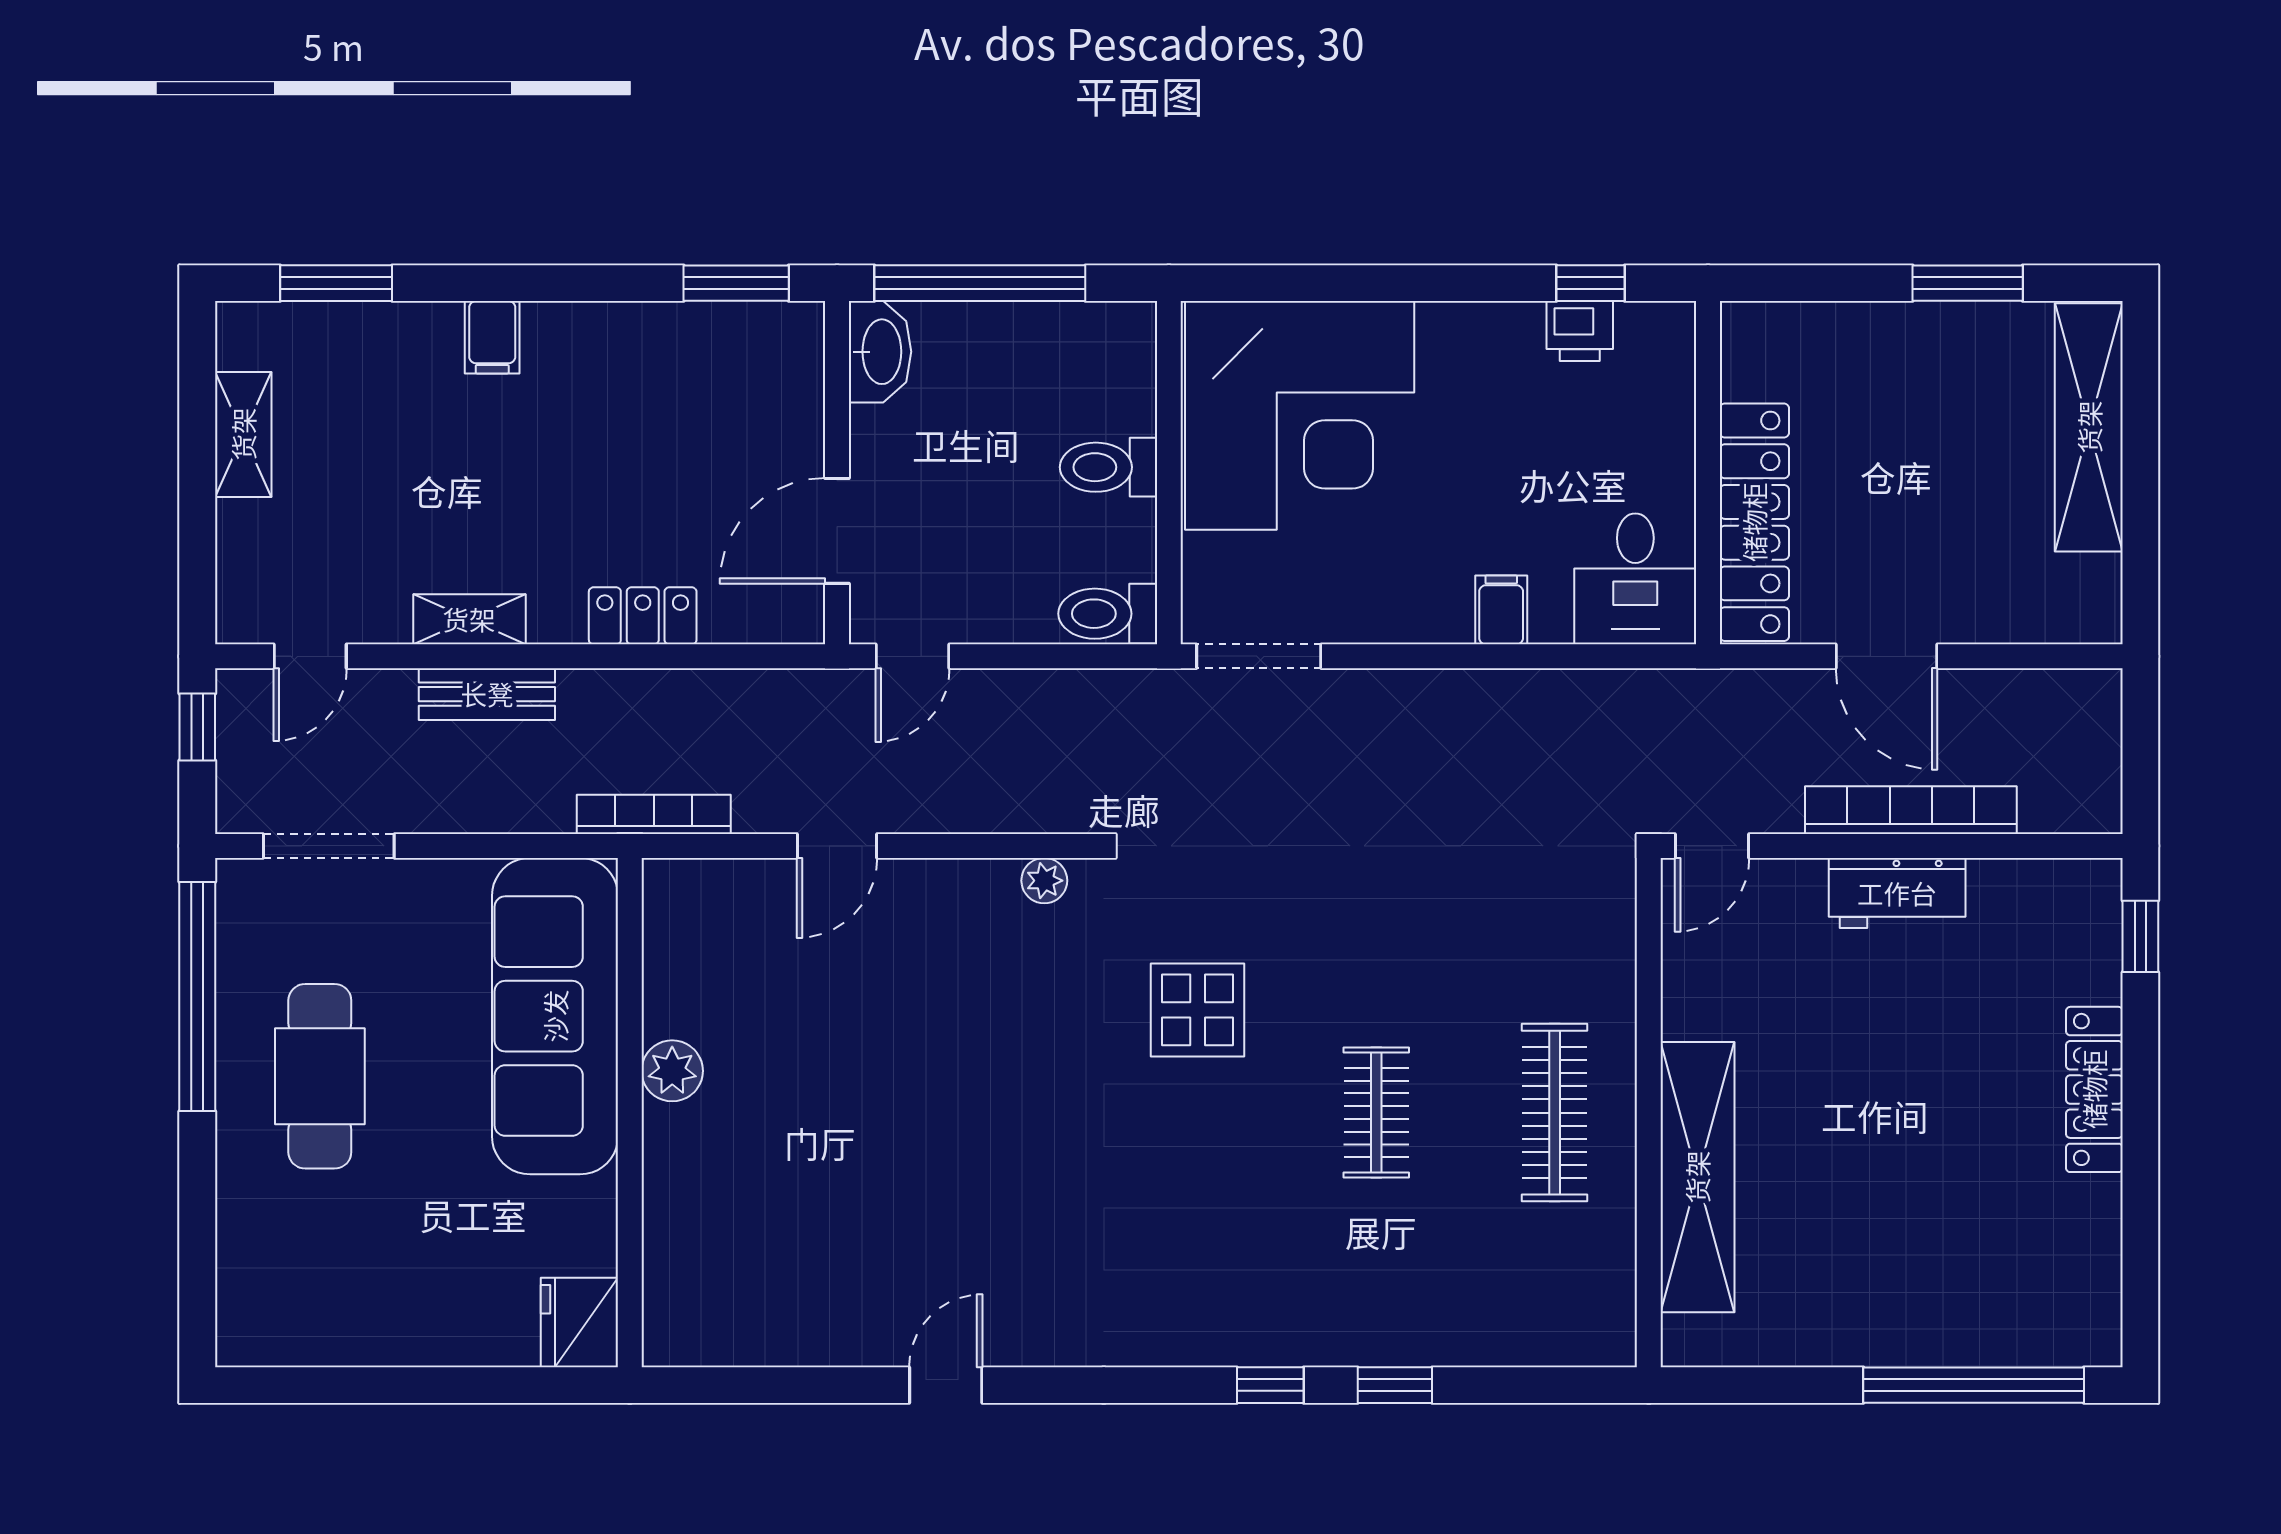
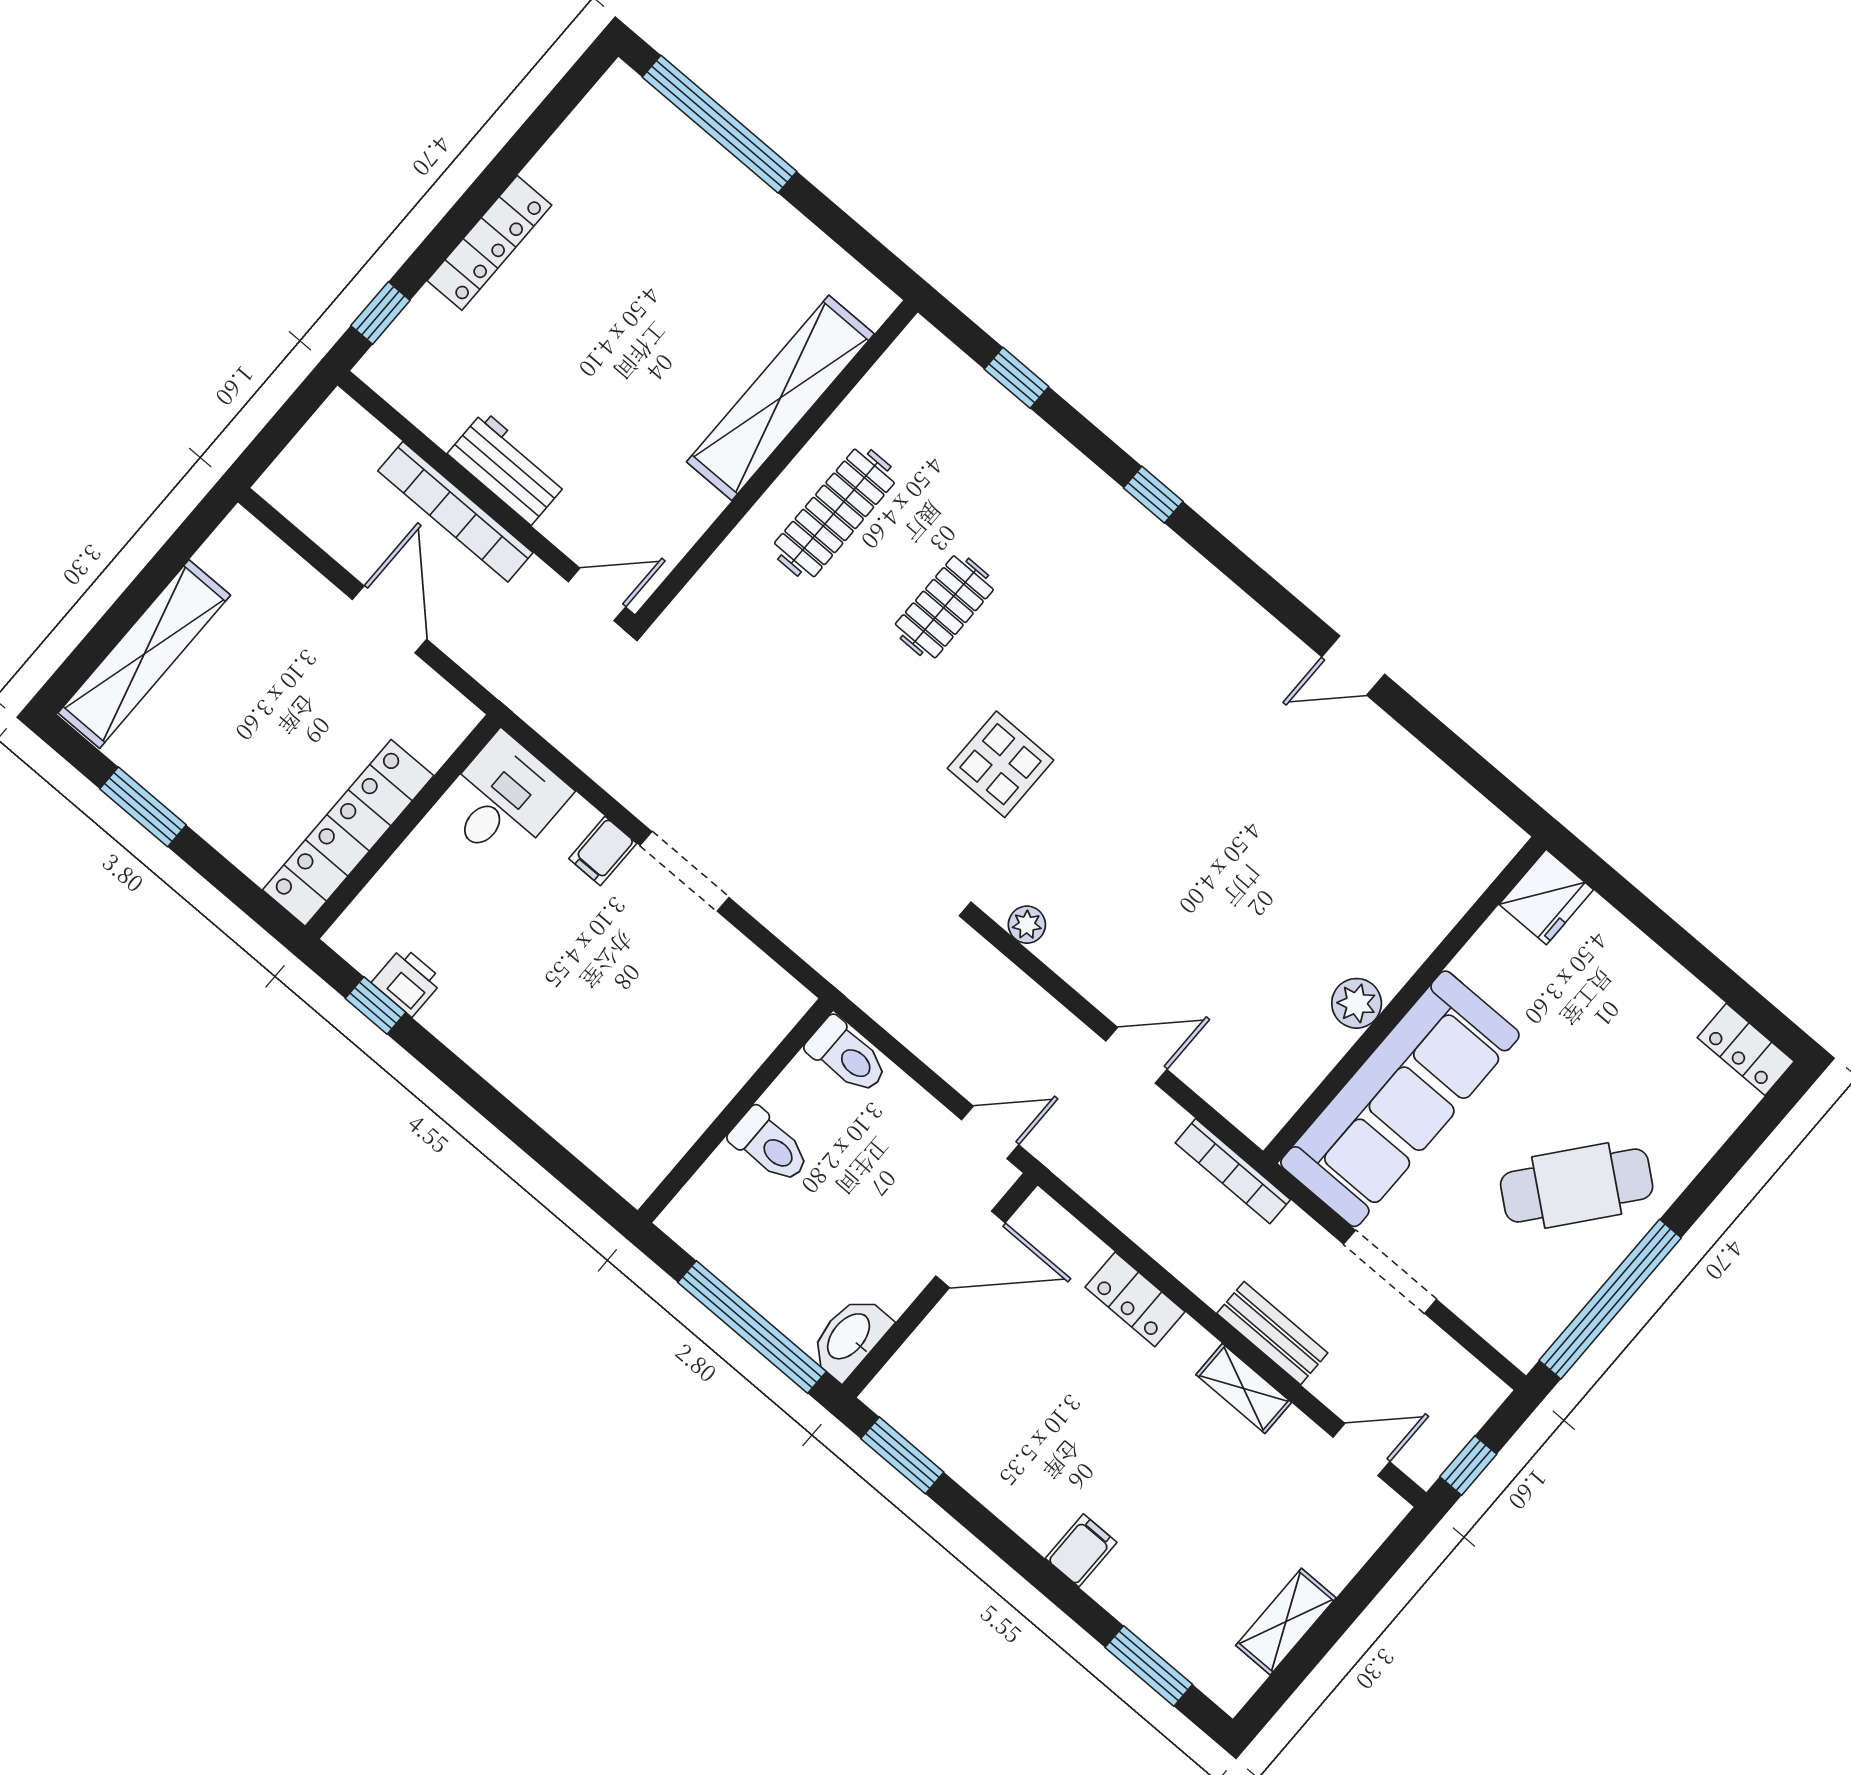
corner desk: (1300, 415) -> (625, 1077), removed
locker: (1754, 522) -> (348, 833), moved
doorway: (1259, 656) -> (685, 871), moved
doorway: (329, 846) -> (1390, 1272), moved
cafe table: (320, 1076) -> (1577, 1186), turned 39
locker: (270, 1339) -> (1746, 1049), added
window: (1395, 1385) -> (1016, 378), moved

